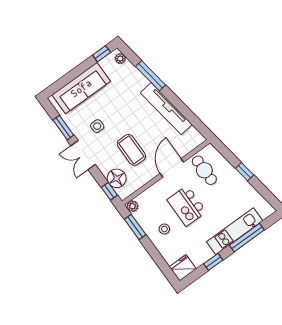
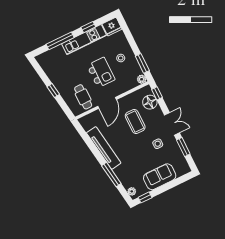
sofa: (81, 88) -> (160, 177), width x0.73
kitchen unit: (235, 231) -> (84, 40), moved

